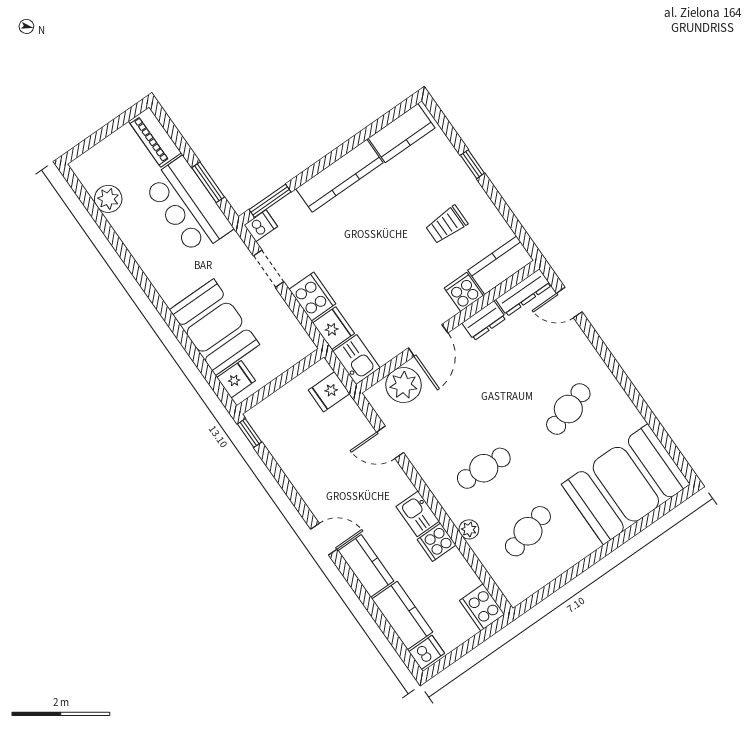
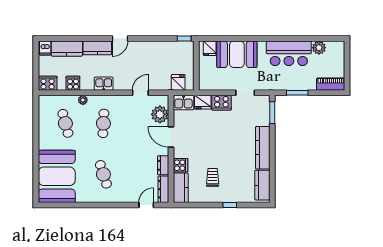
bar counter: (188, 206) -> (289, 53), moved, turned 180
dishwasher: (261, 226) -> (265, 102), removed
cooker: (437, 542) -> (73, 83), moved

